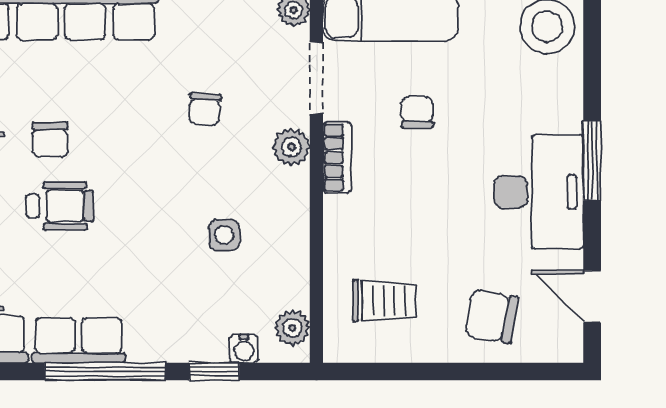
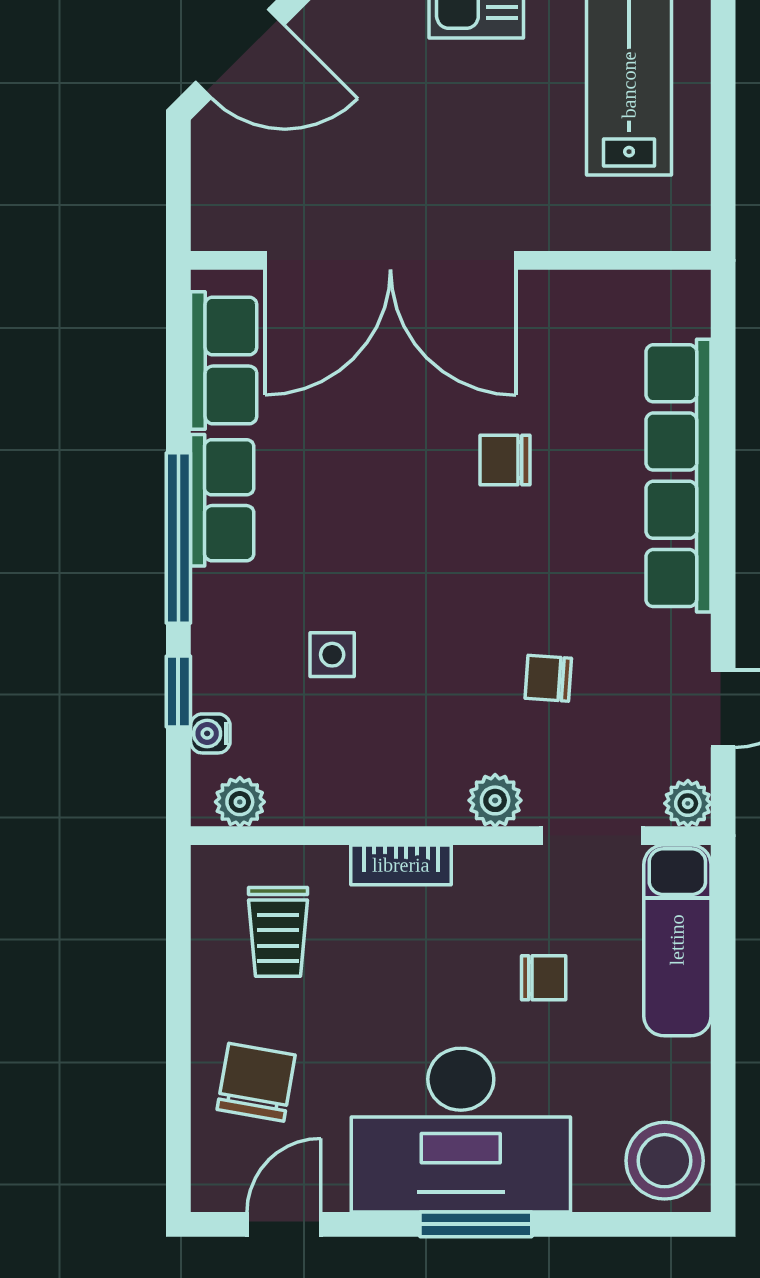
bookcase: (337, 158) -> (401, 865), moved
desk: (539, 192) -> (461, 1130), width x1.36, depth x1.30
wheelchair: (60, 206) -> (412, 474), removed
side table: (224, 235) -> (332, 655), moved

